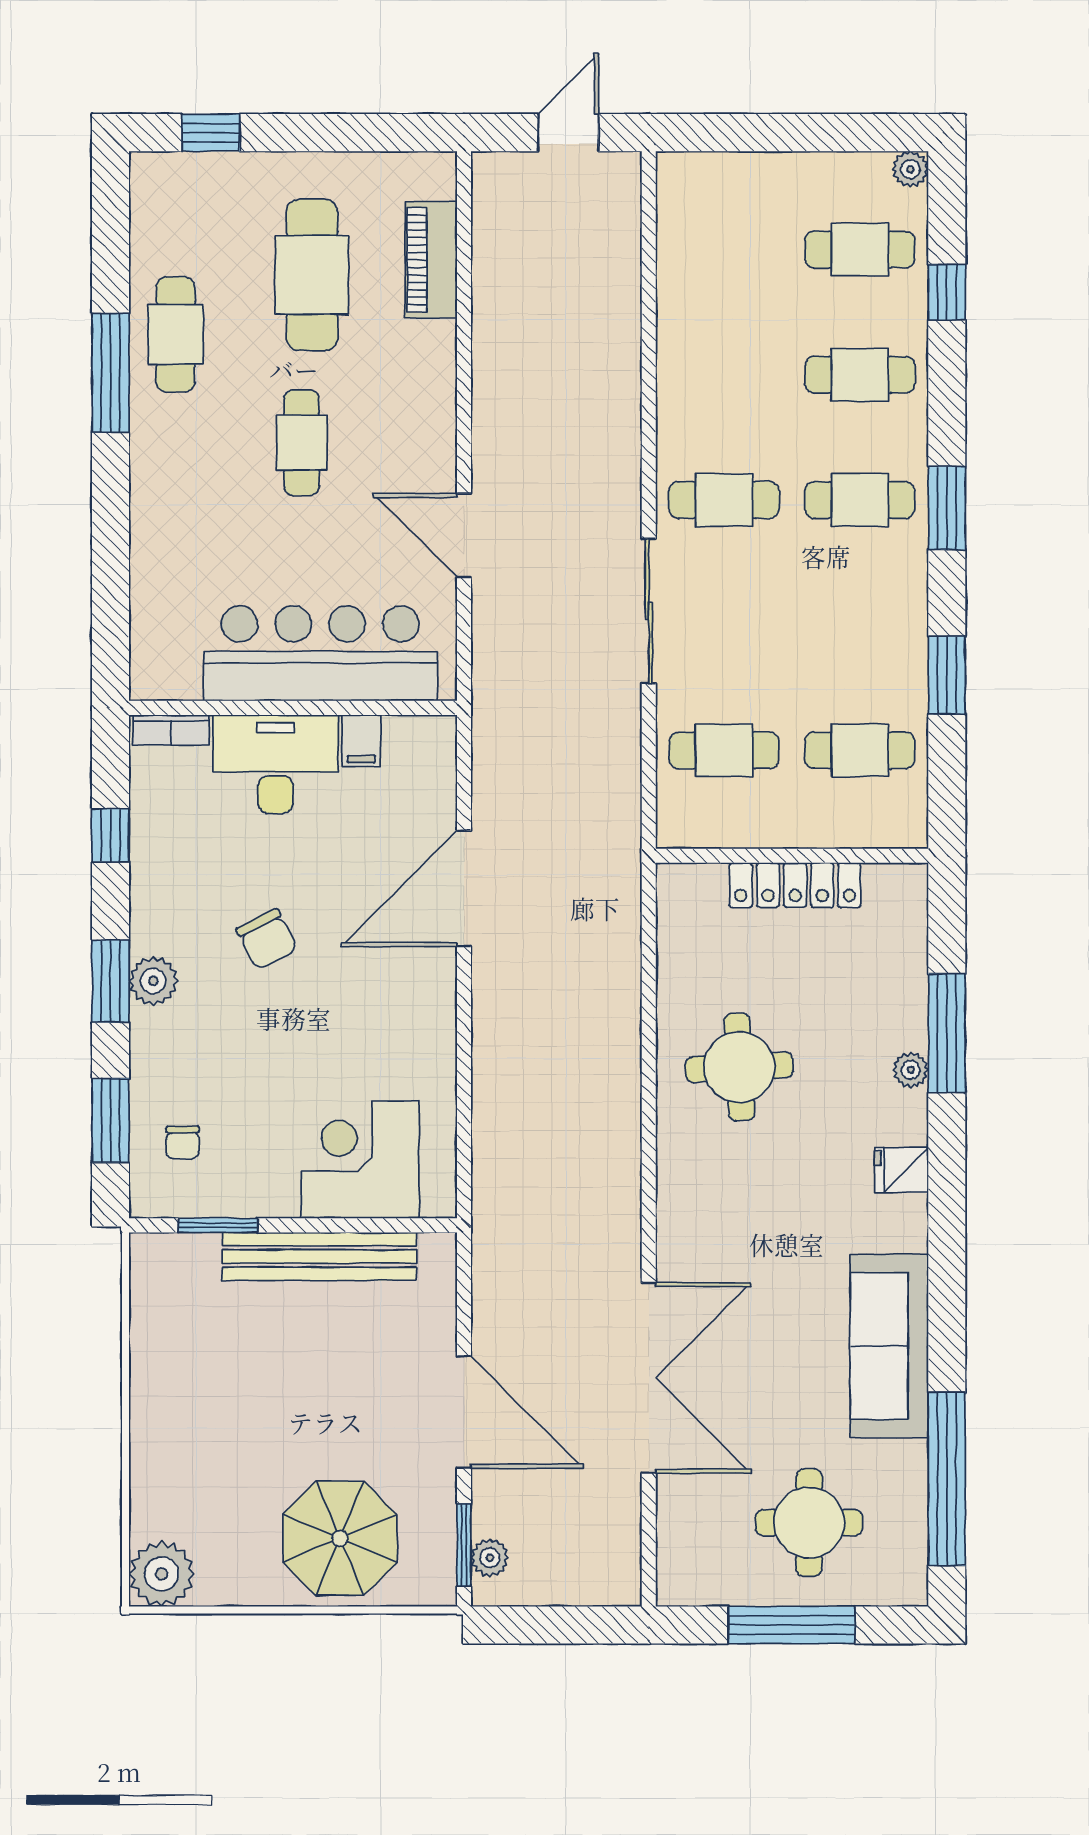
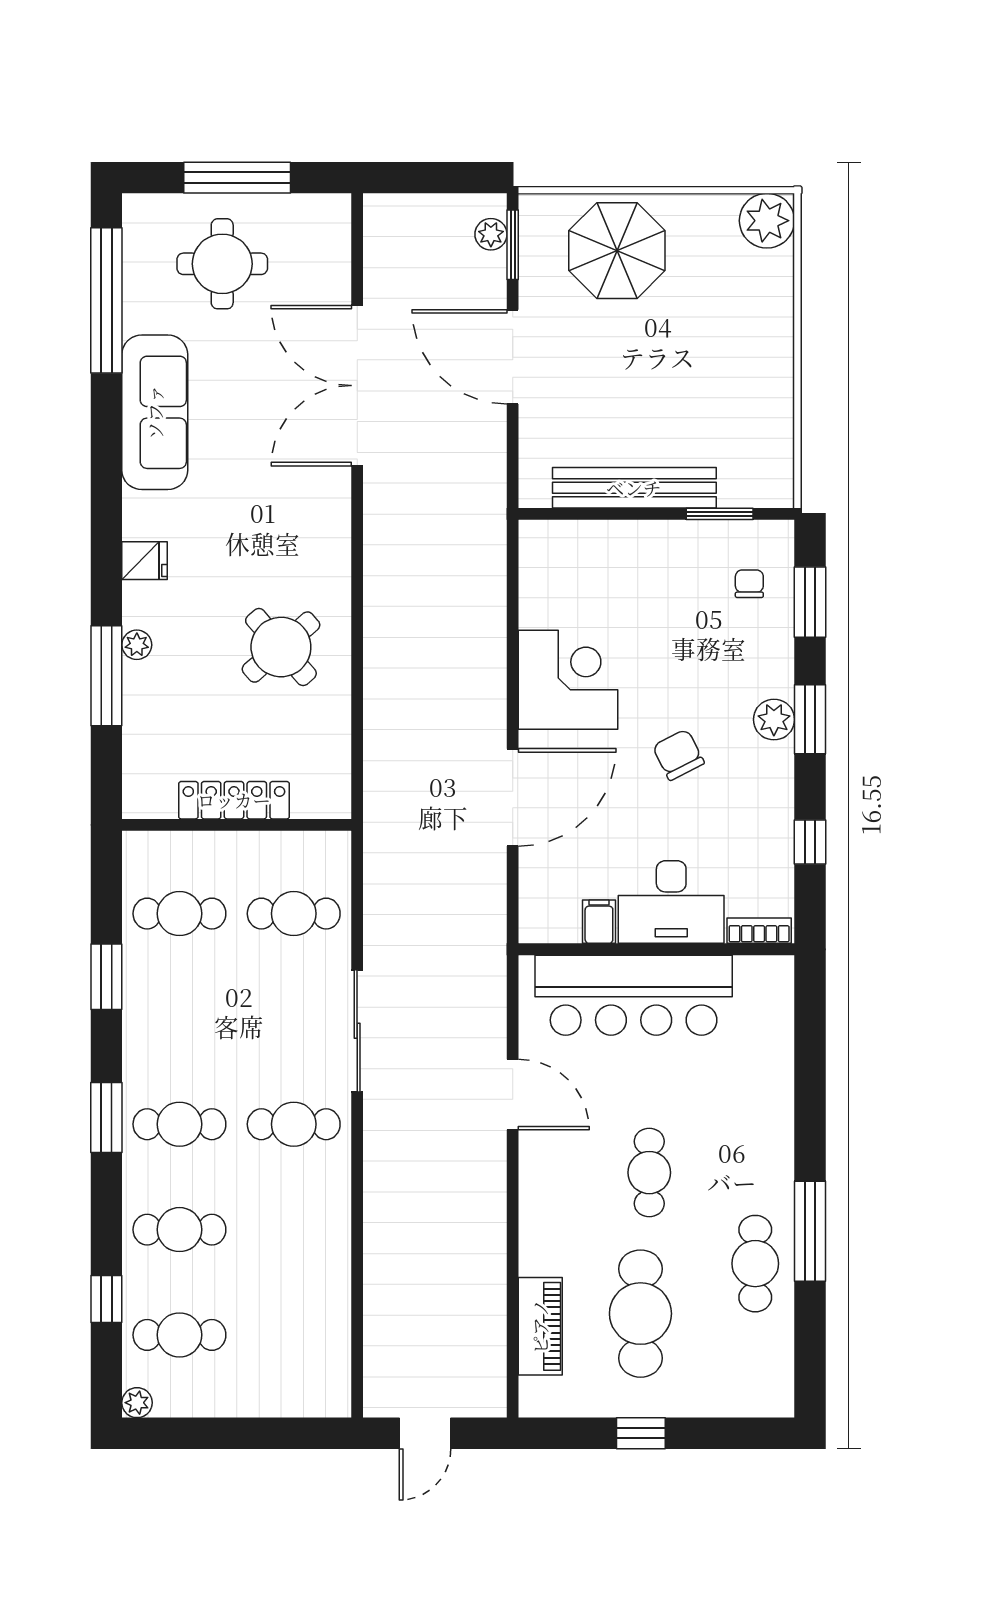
window: (211, 133) -> (641, 1433), moved
round table: (739, 1067) -> (281, 647), turned -38
corner desk: (360, 1160) -> (568, 680), moved, turned -90

